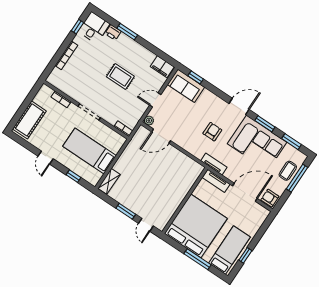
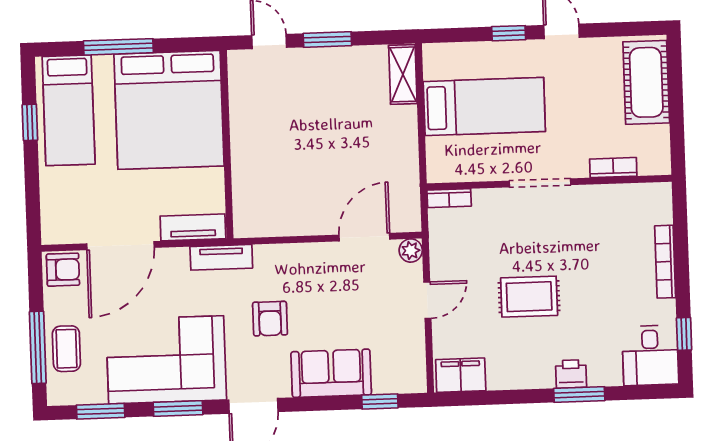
printer: (113, 32) -> (571, 374), moved
sofa: (186, 86) -> (331, 373), moved
window: (73, 176) -> (509, 33), moved

